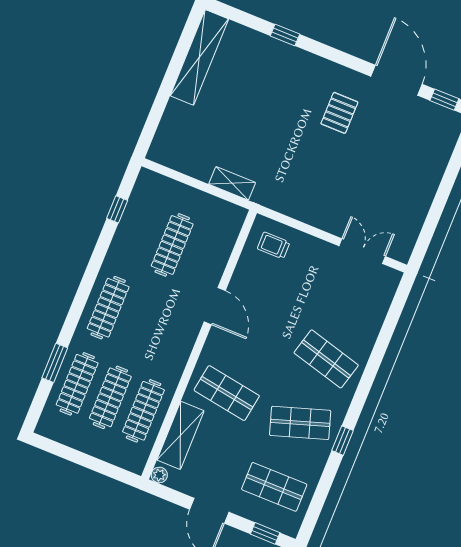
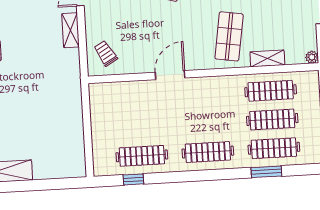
shelving: (232, 183) -> (70, 30), moved
clothes rail: (172, 245) -> (142, 156), moved
trolley: (274, 245) -> (106, 53), turned 150
shelving: (180, 435) -> (267, 58), width x0.67, depth x0.75

